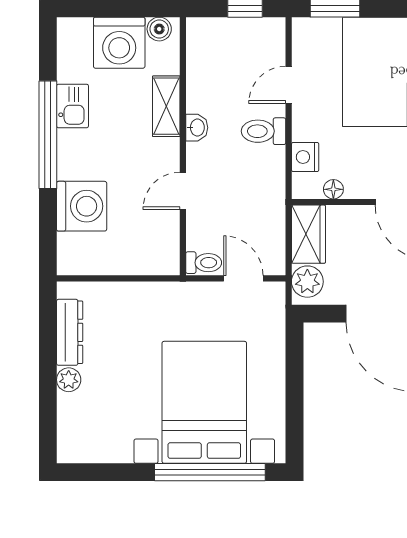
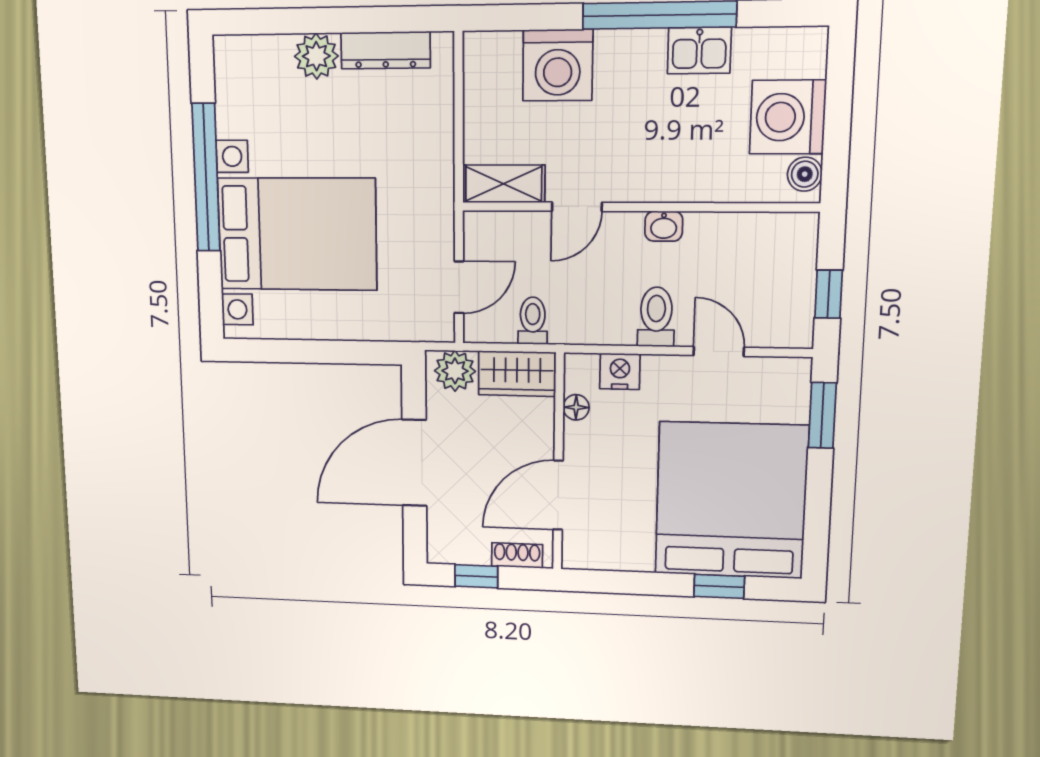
shelving: (166, 106) -> (504, 184), moved
door: (183, 191) -> (577, 207), swing flipped
toilet: (204, 263) -> (533, 321), moved, turned 180
plant: (69, 380) -> (316, 56), width x1.38, depth x1.38
window: (210, 472) -> (206, 178), moved

